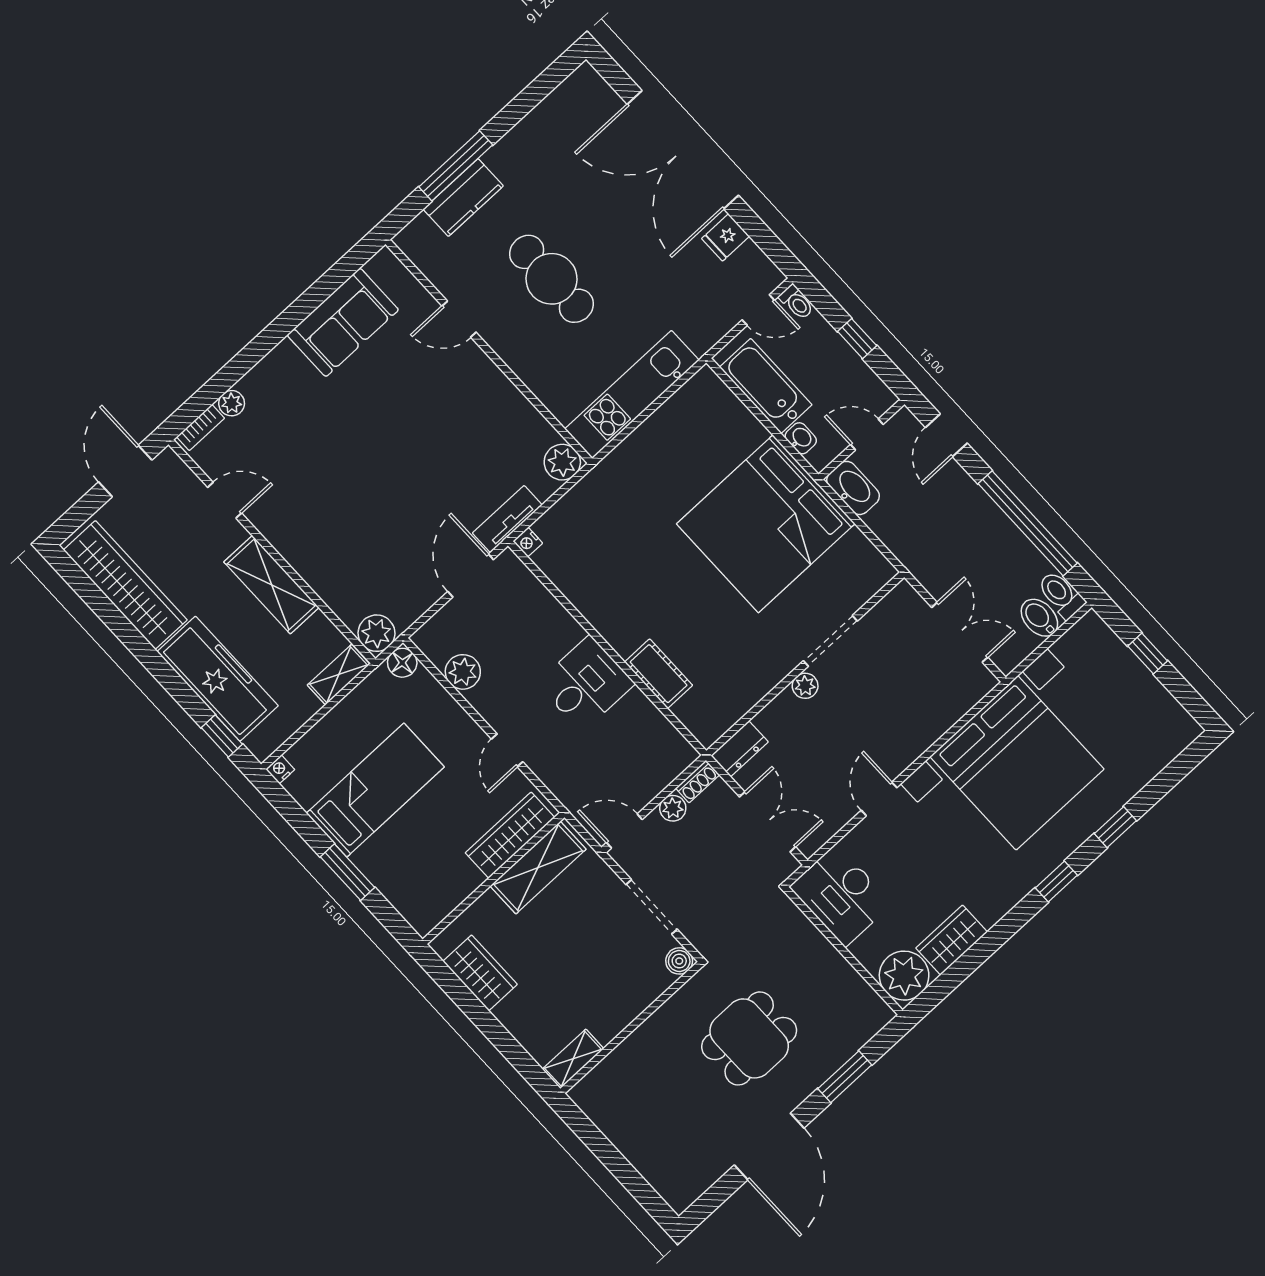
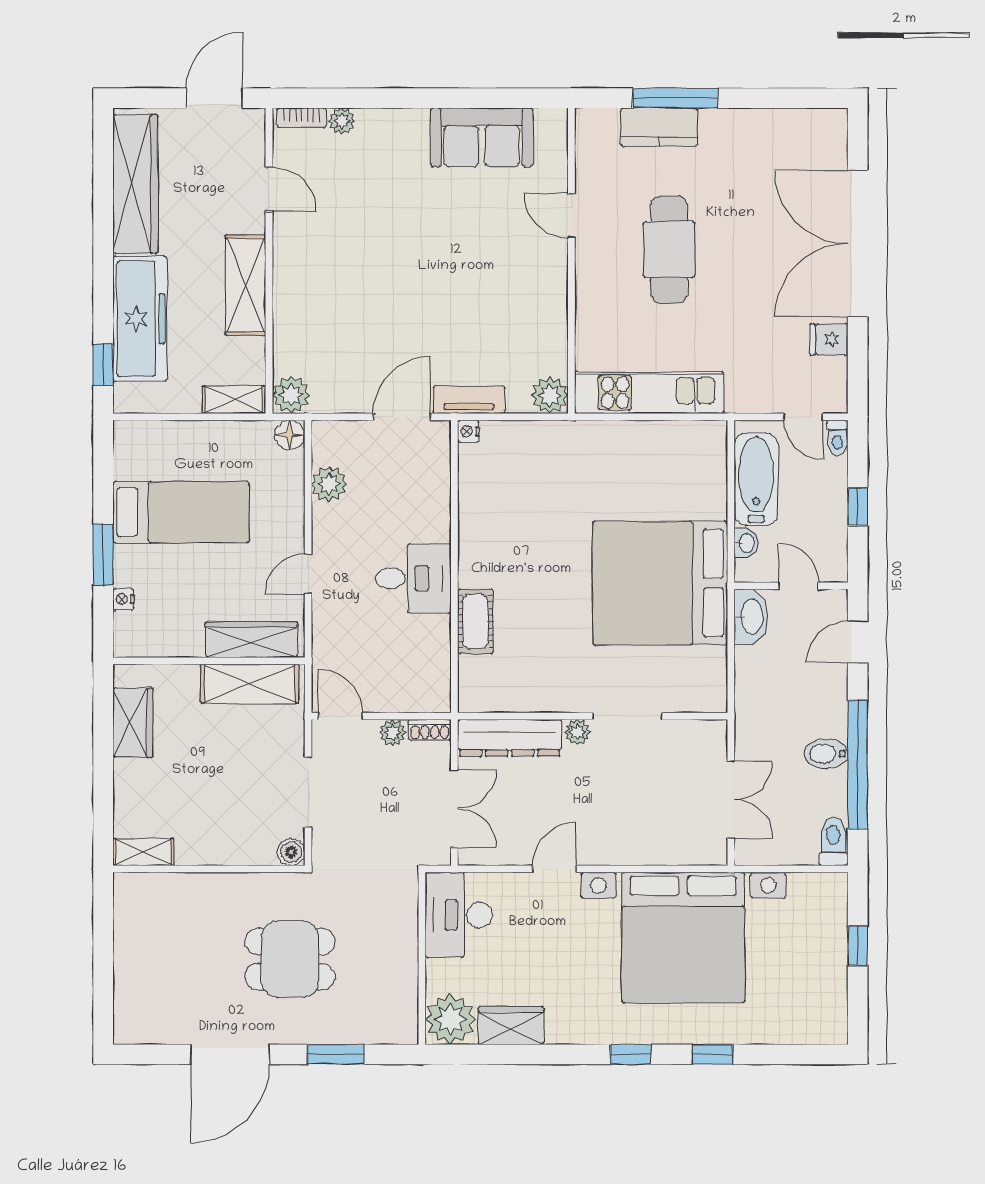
bidet: (1039, 618) -> (826, 754), moved, turned -90
dresser: (740, 749) -> (510, 738), width x1.96, depth x1.24
nightstand: (280, 769) -> (123, 599), moved, turned -90

